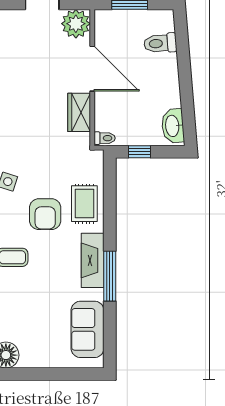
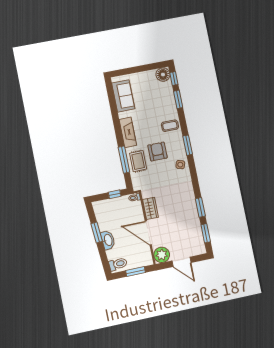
toilet: (160, 43) -> (118, 264), moved
window: (186, 89) -> (97, 232), added
washbasin: (173, 126) -> (108, 240), moved
window: (110, 276) -> (124, 160), moved

